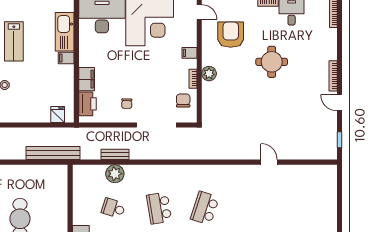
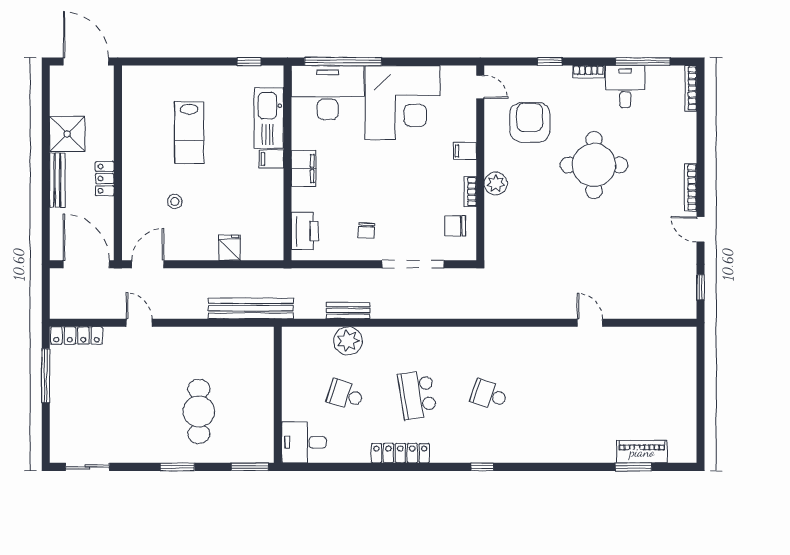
round table: (272, 62) -> (594, 165), width x1.36, depth x1.36
filing cabinet: (87, 79) -> (304, 168), moved
chair: (183, 101) -> (455, 226), turned -90
fridge: (58, 114) -> (230, 248), moved
school desk: (205, 208) -> (489, 395), width x0.54

